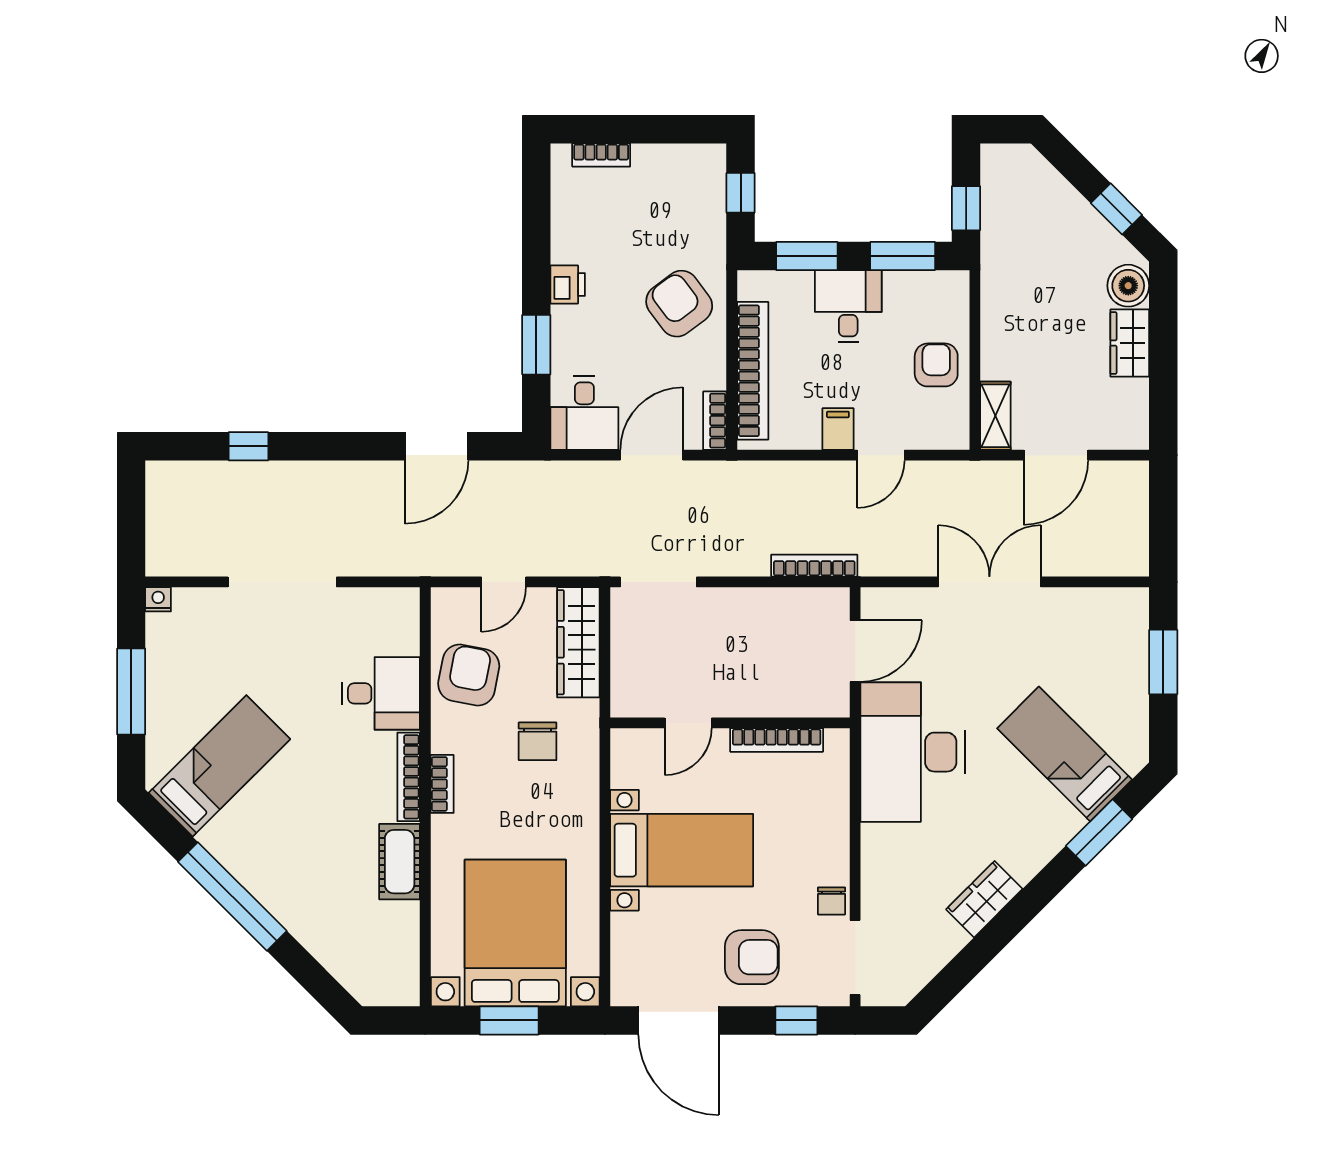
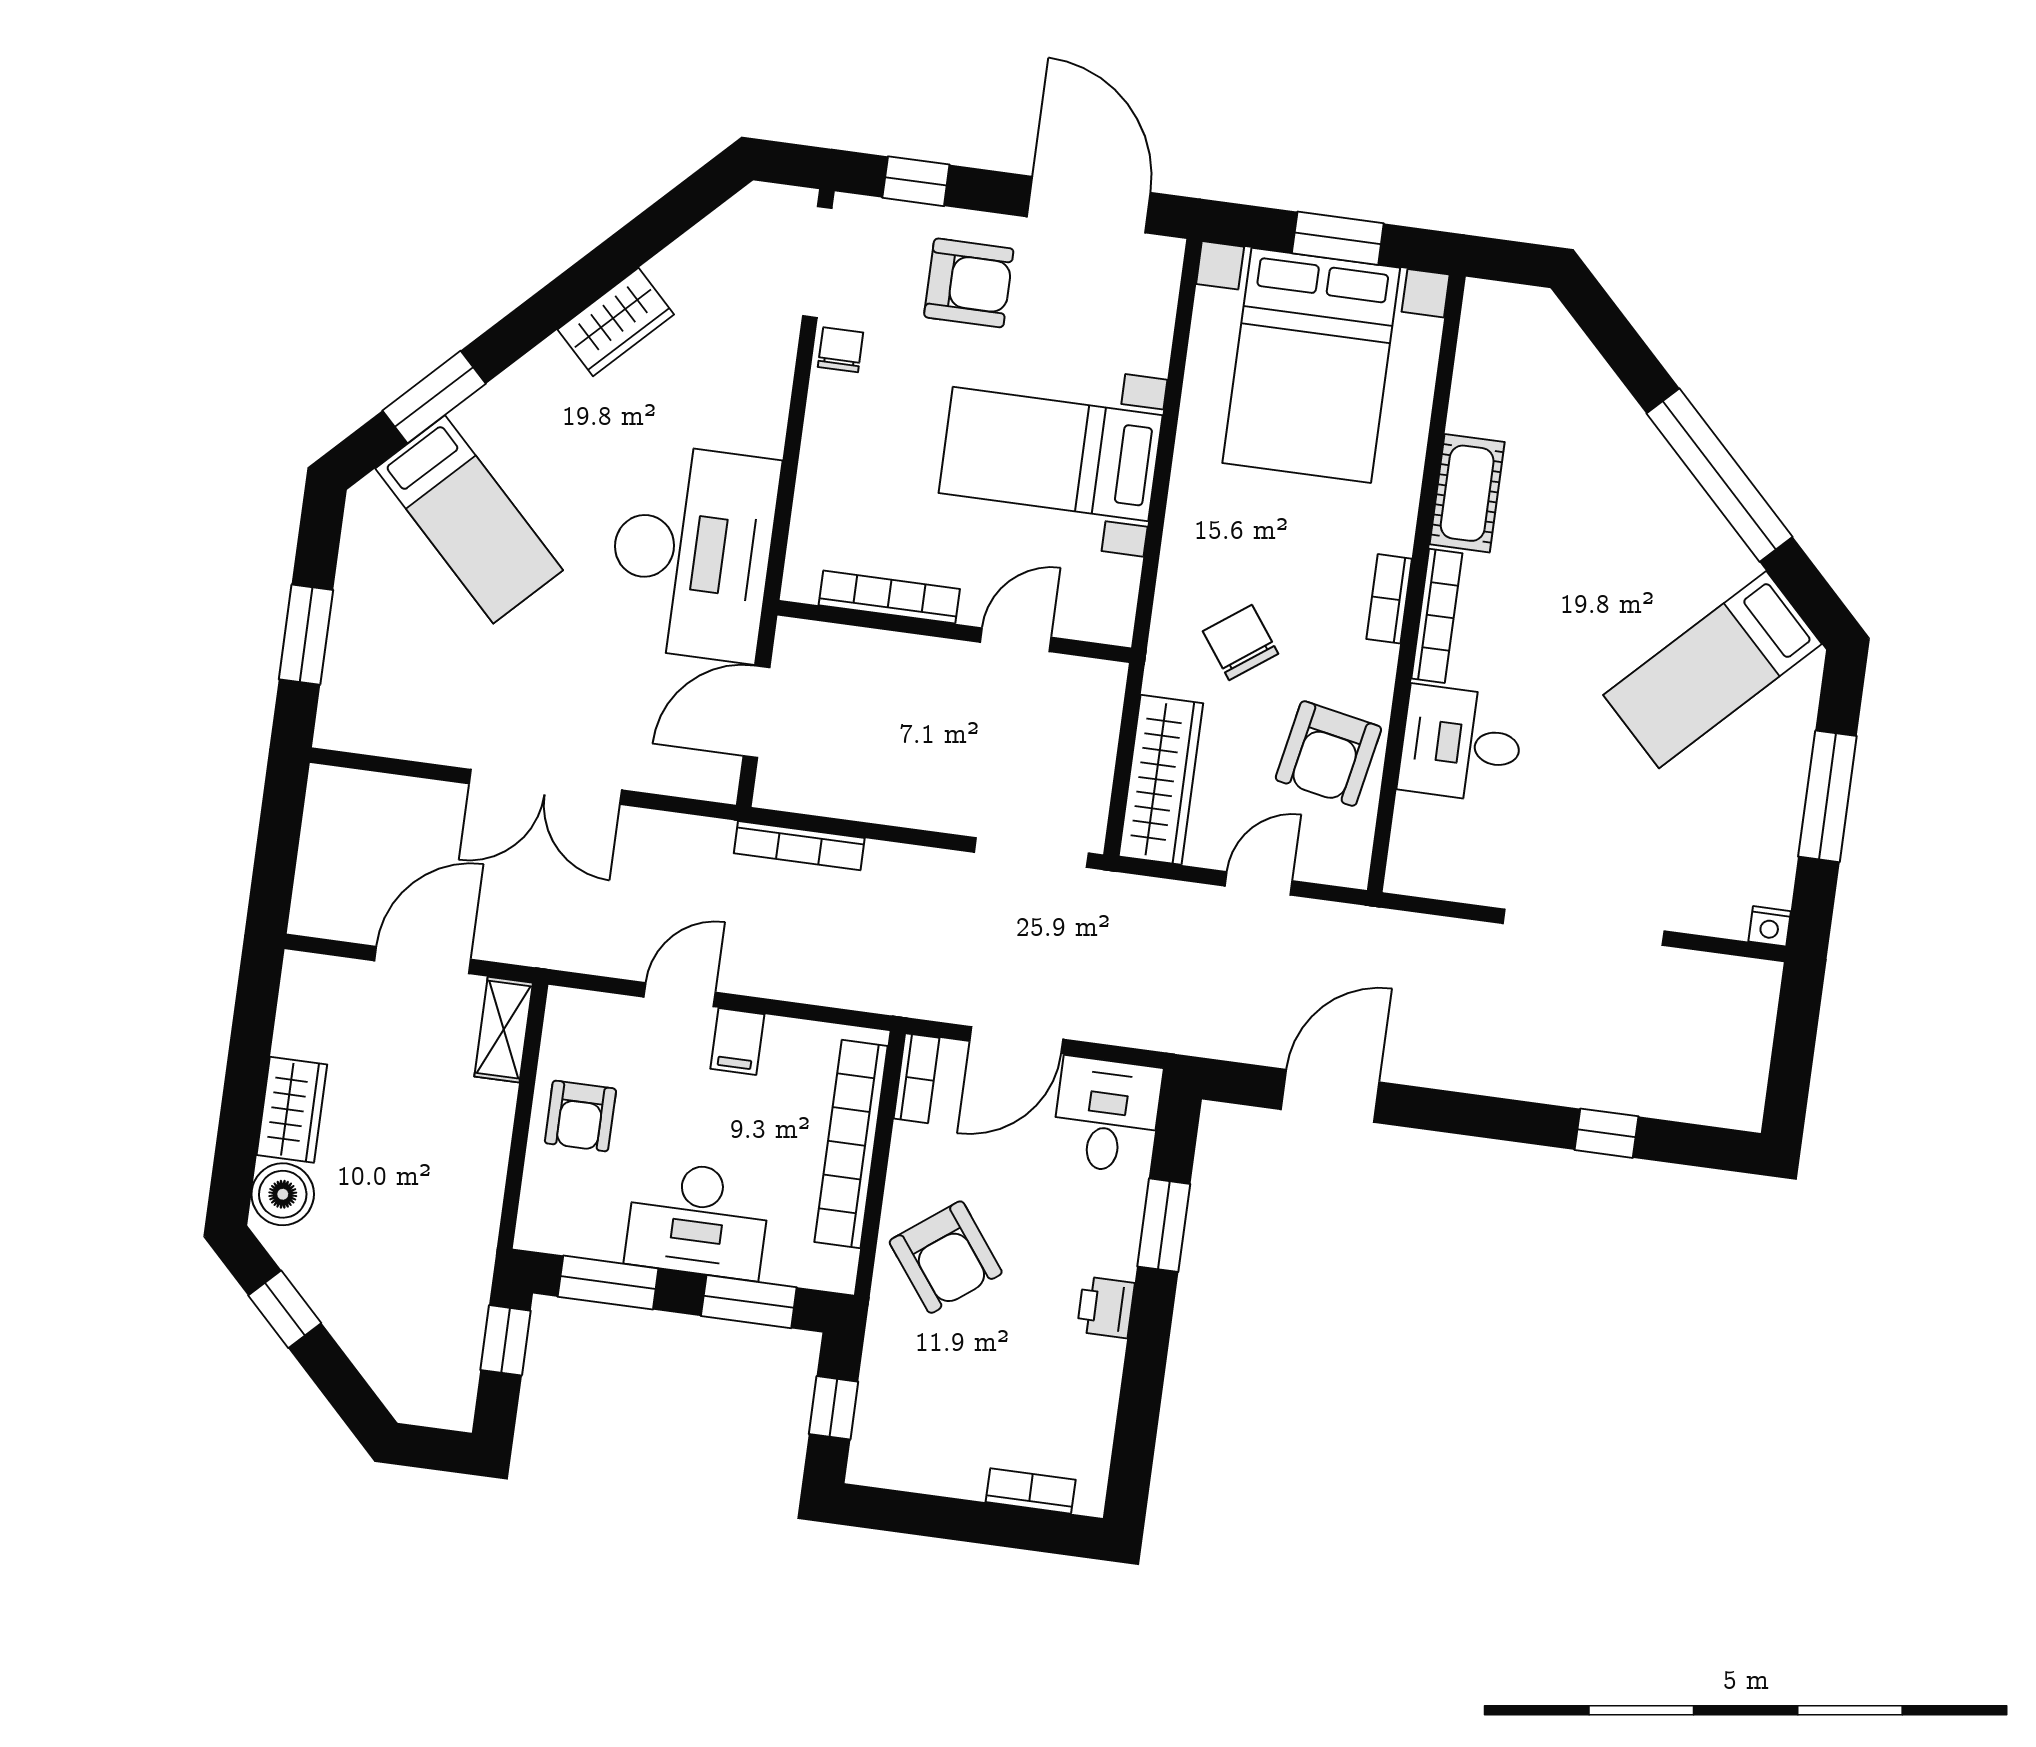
desk: (848, 306) -> (698, 1220), width x1.37
chair: (538, 741) -> (1241, 642), turned -36
armchair: (752, 957) -> (969, 283), turned 180

